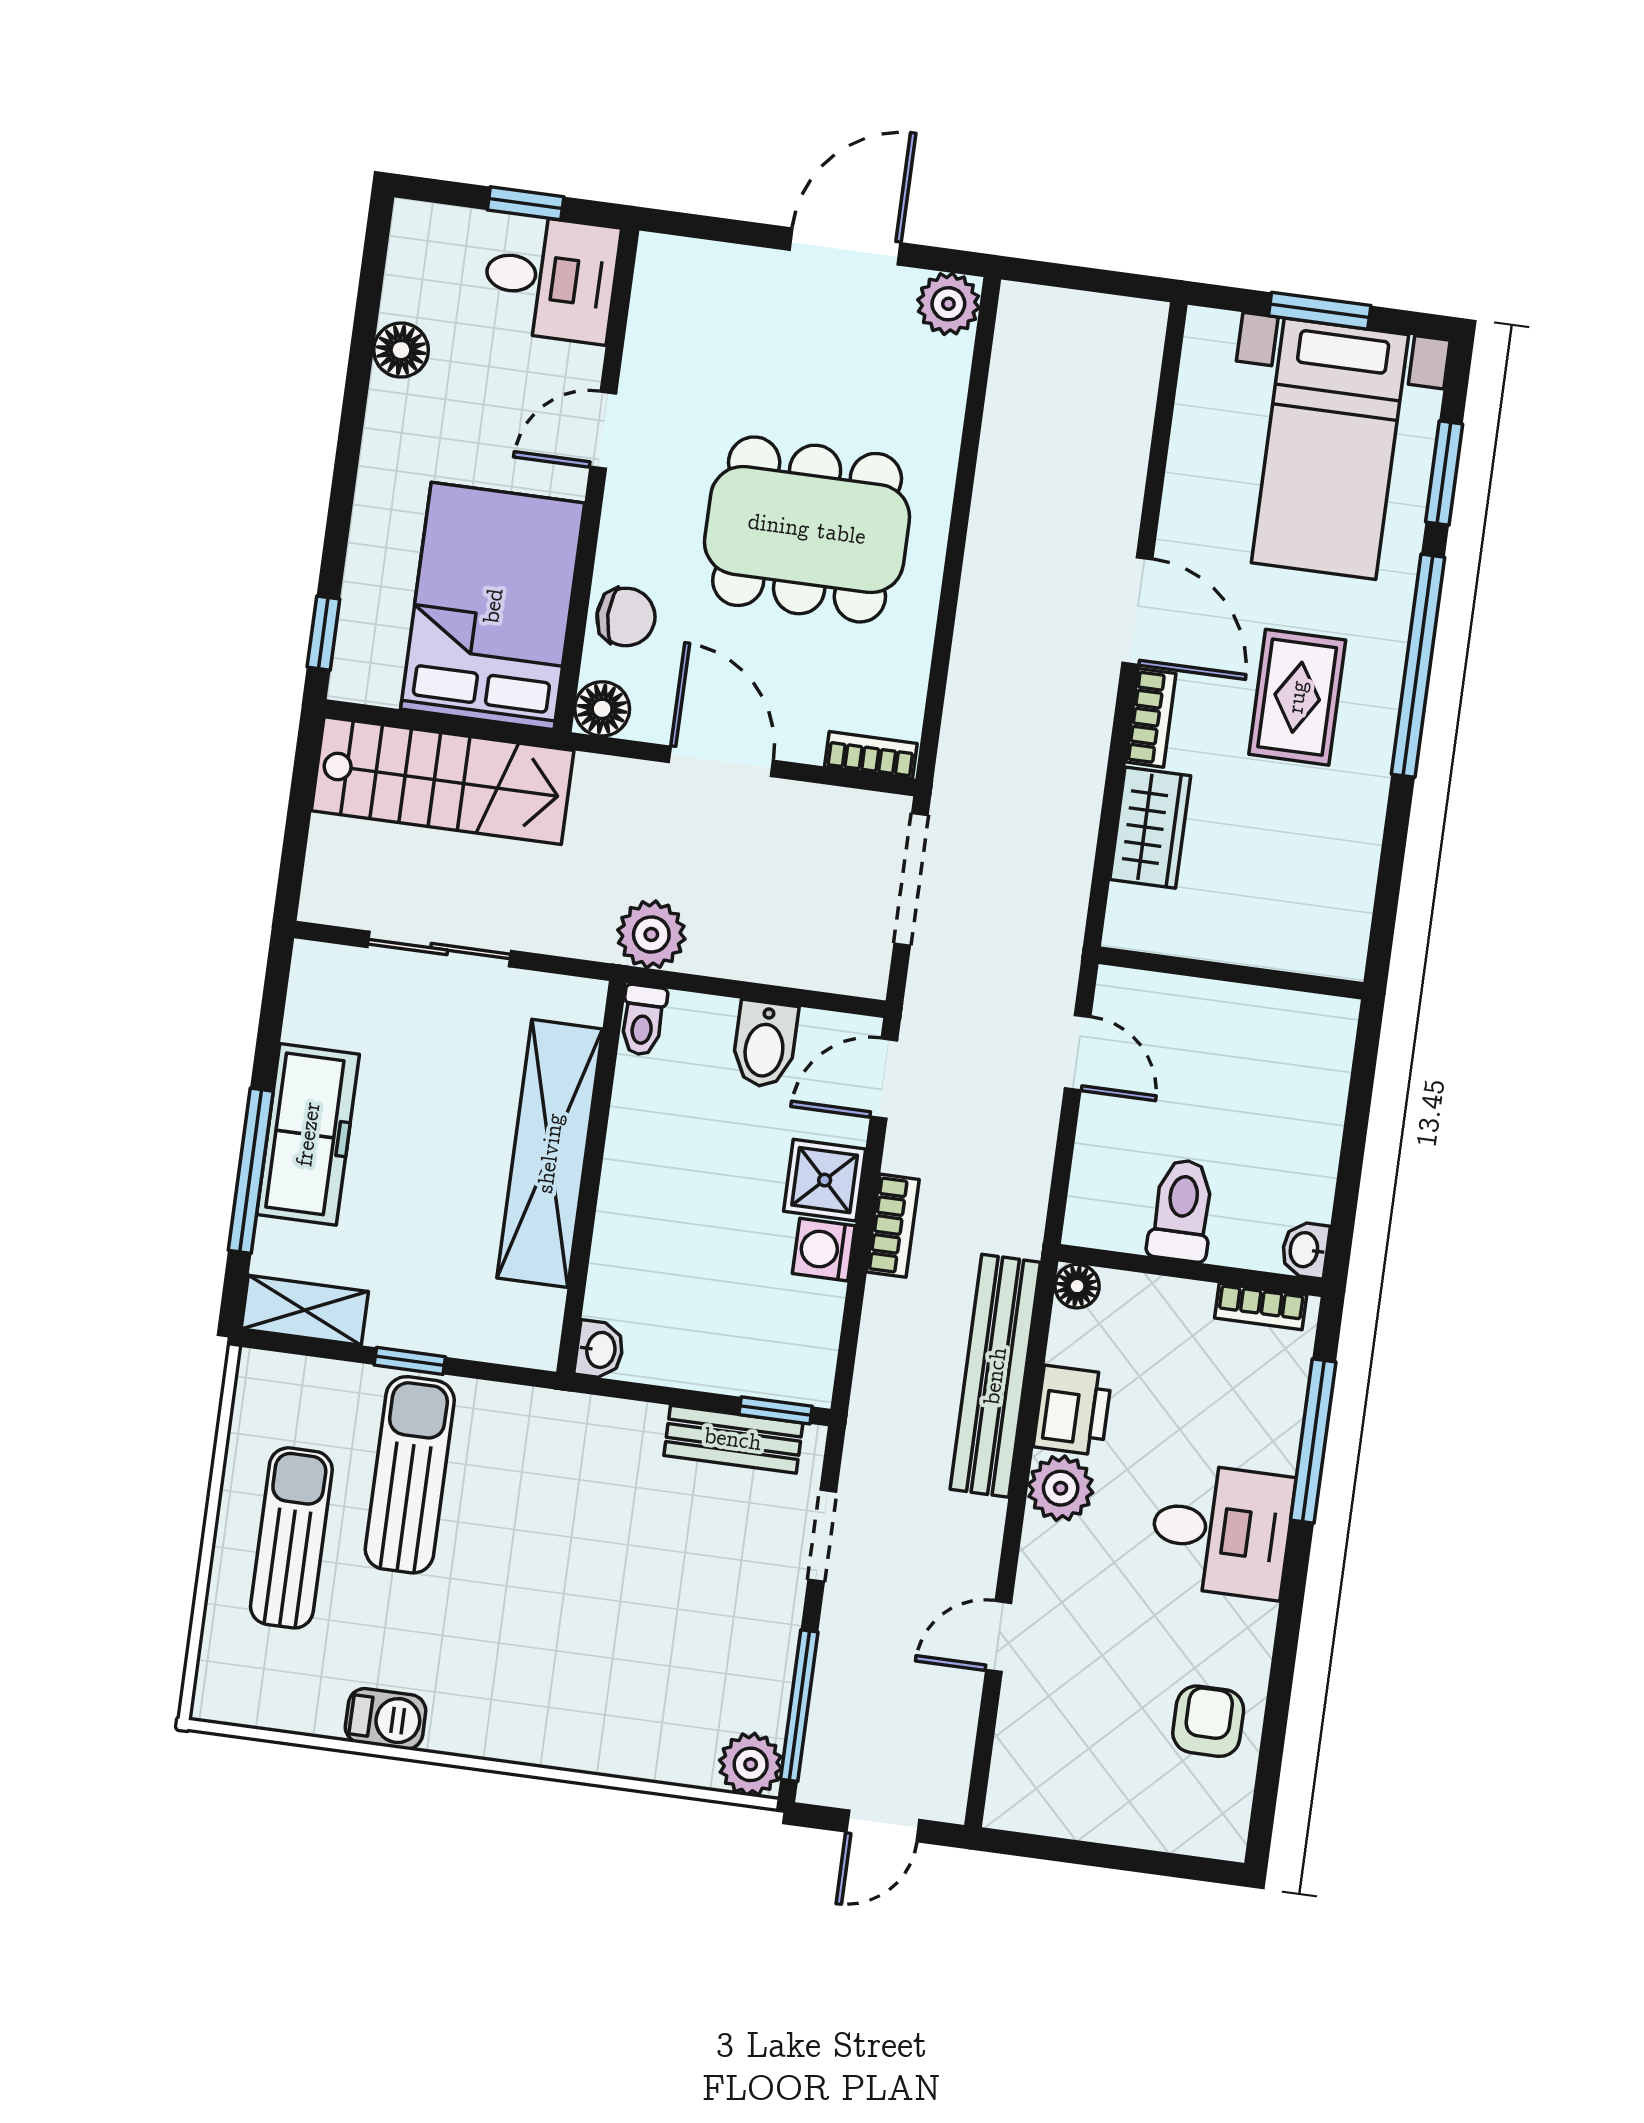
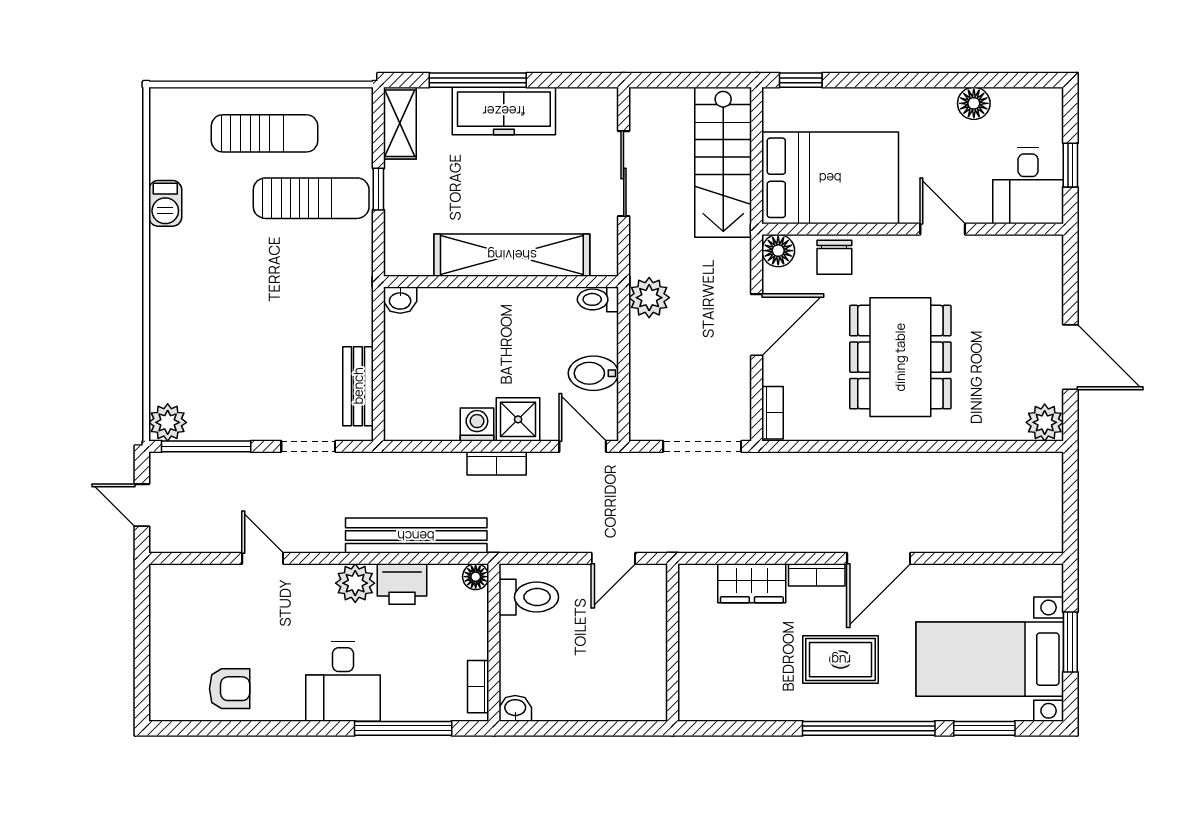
toilet: (1182, 1210) -> (529, 597), moved
window: (776, 1410) -> (378, 409), removed

